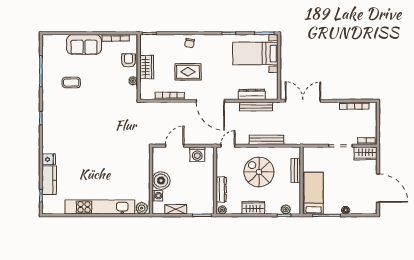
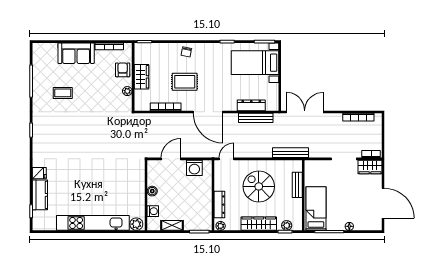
bench: (267, 140) -> (290, 153), moved
boiler: (161, 181) -> (152, 191), width x0.54, depth x0.54
wardrobe: (253, 208) -> (259, 224), width x1.50

